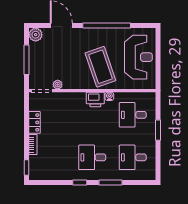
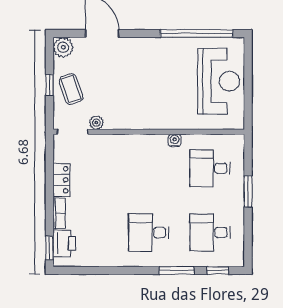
window: (107, 26) -> (197, 33), moved
window: (26, 60) -> (49, 85), width x0.46
coffee table: (100, 67) -> (71, 89), moved, width x0.54, depth x0.58
printer: (95, 99) -> (64, 243), moved, turned -90
window: (80, 182) -> (218, 270), moved

